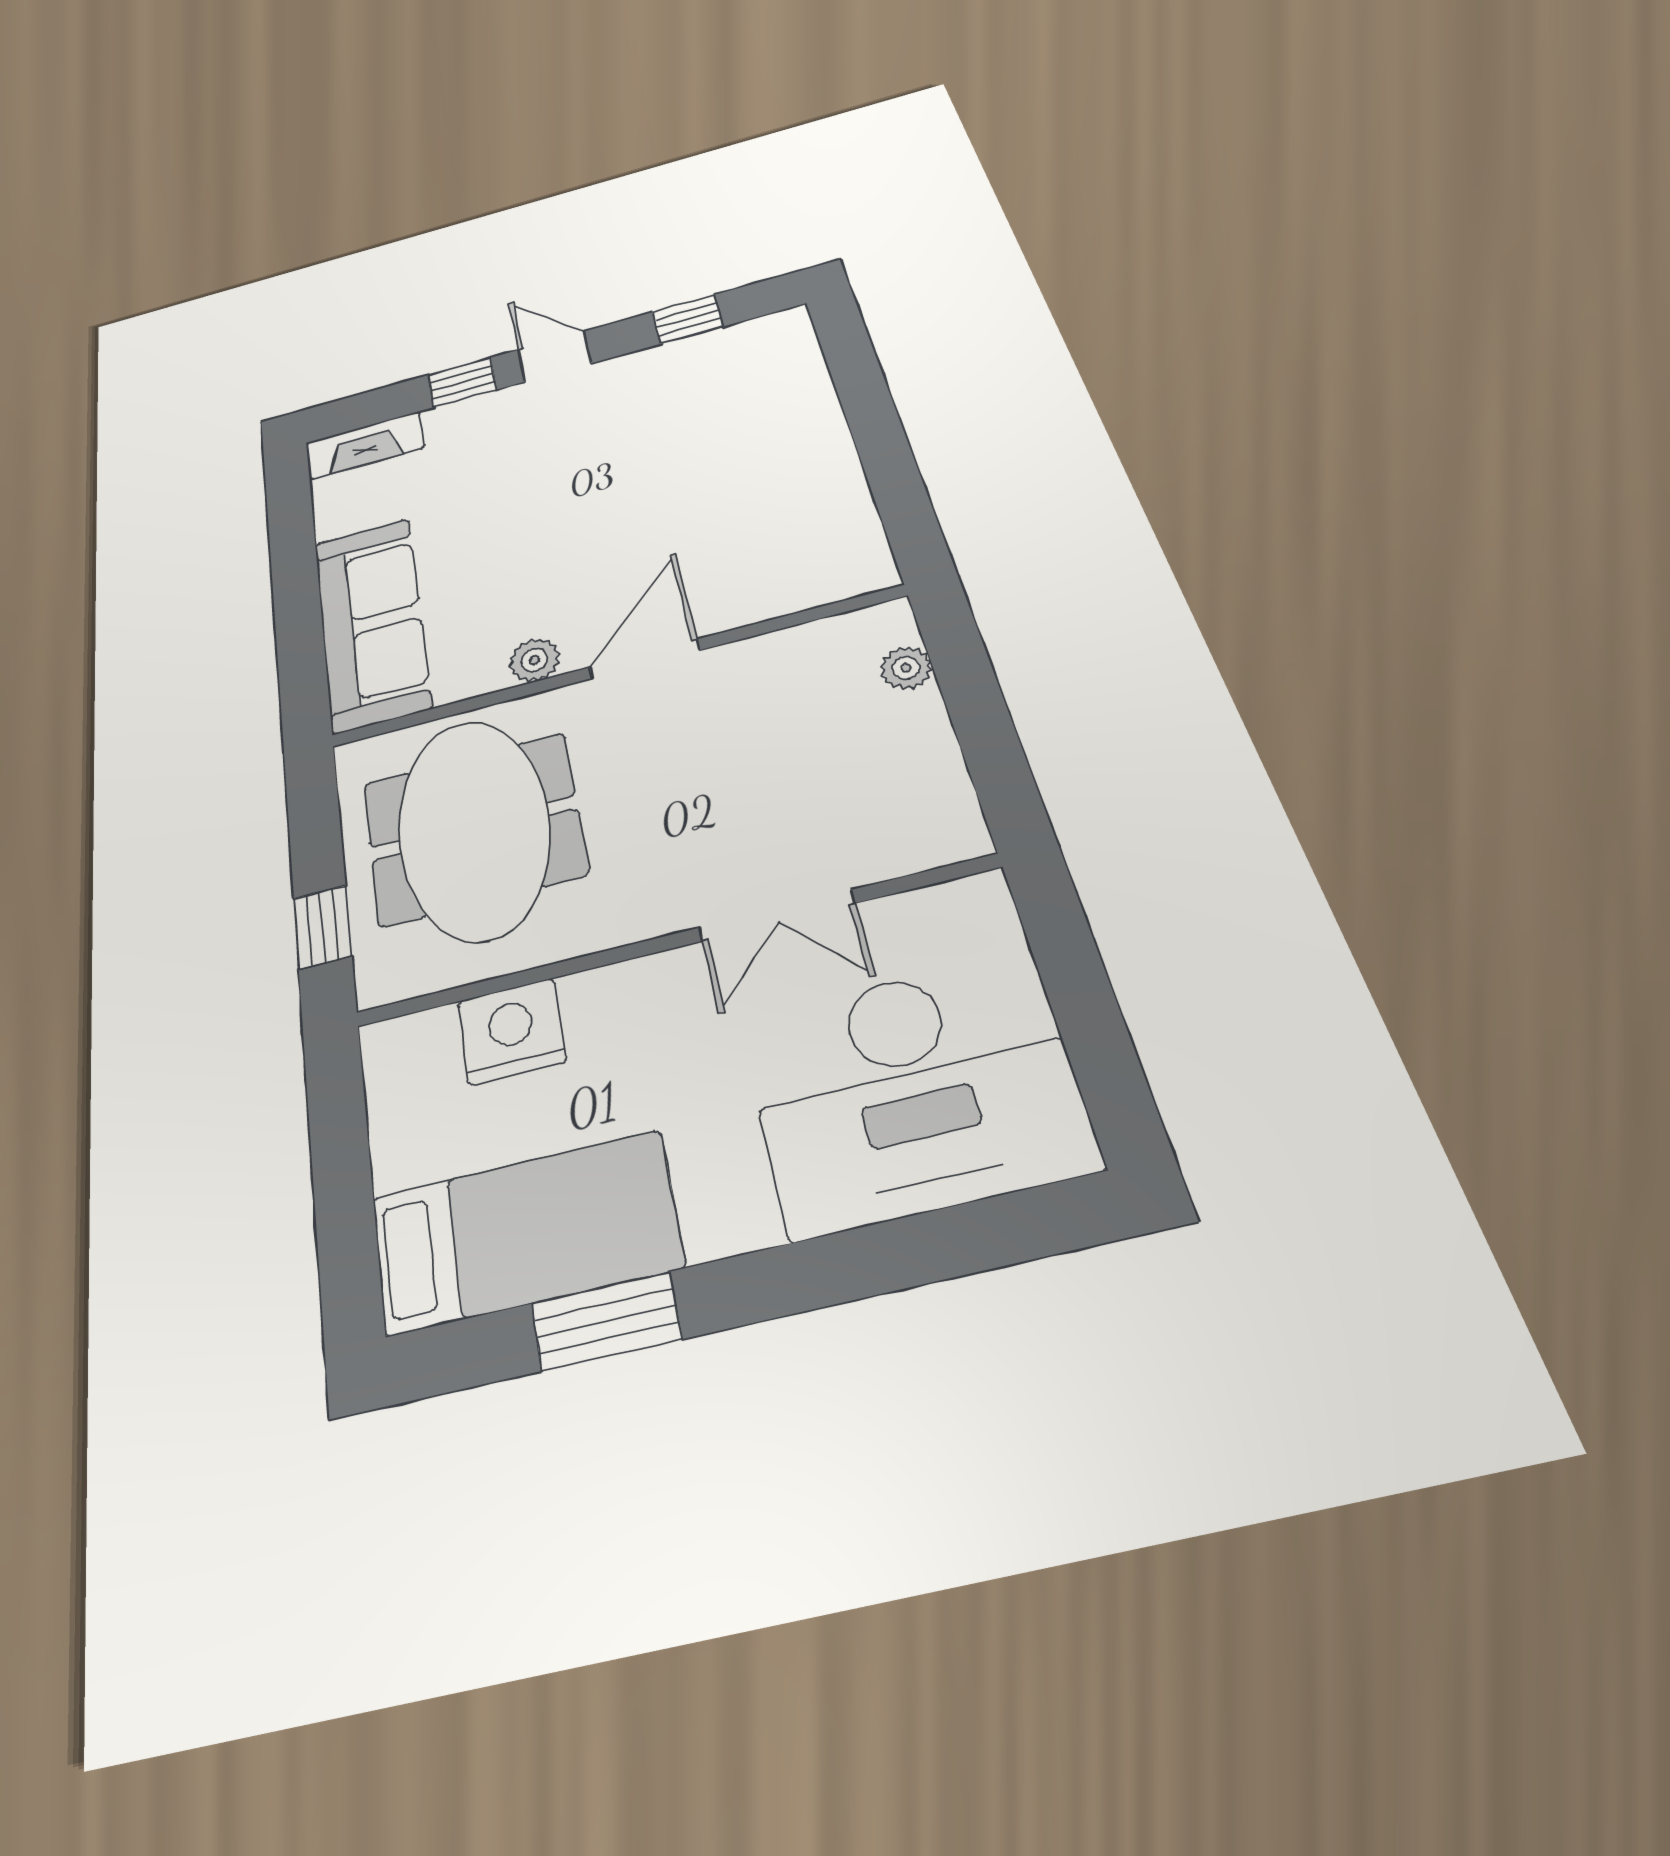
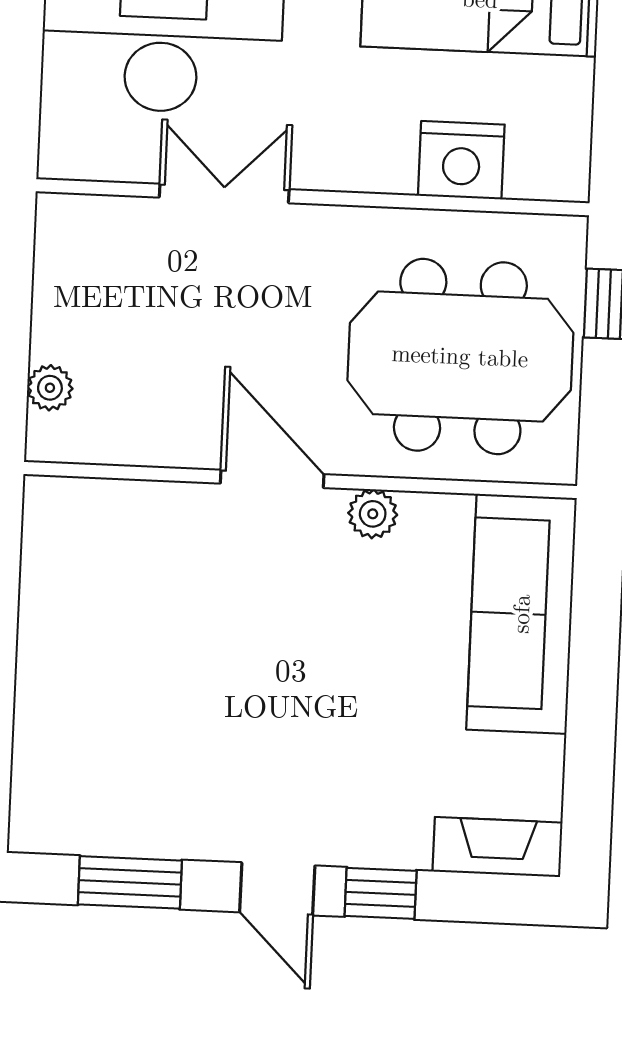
window: (687, 319) -> (130, 882), width x1.50
door: (644, 659) -> (272, 479), swing flipped
meeting table: (473, 828) -> (460, 356), turned 90

